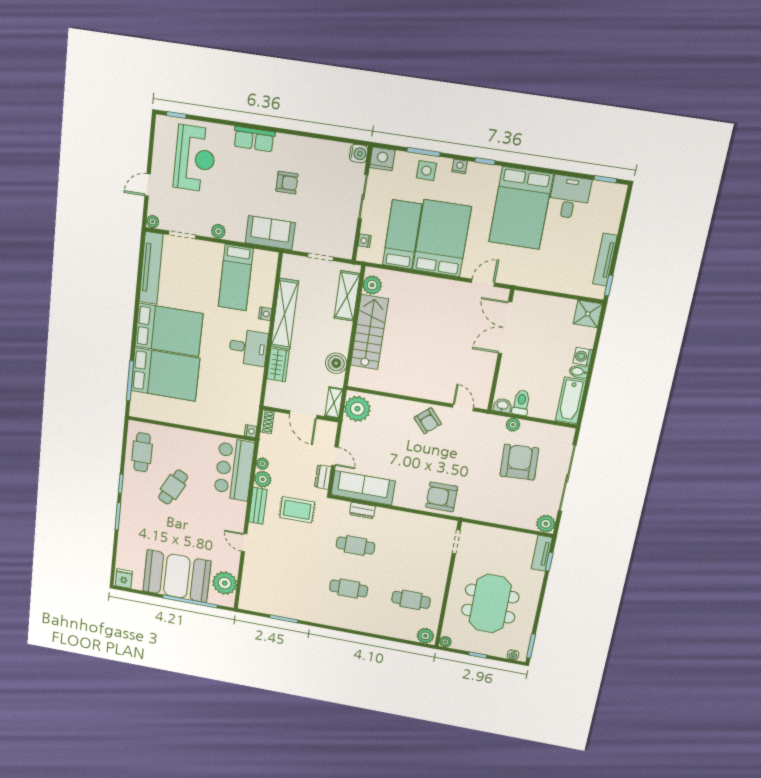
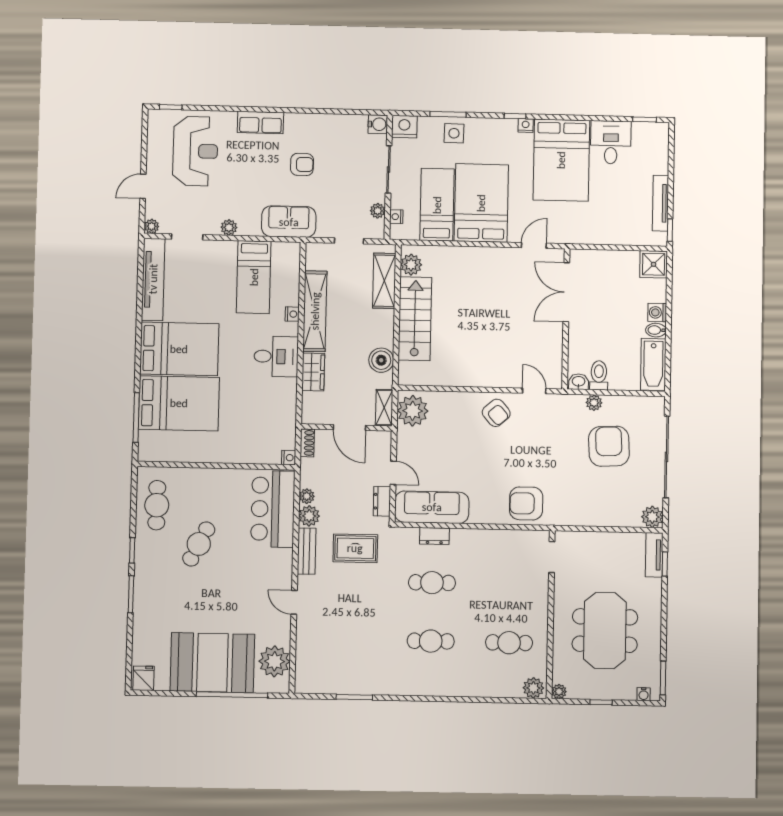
nightstand: (460, 166) -> (526, 126), moved
plant: (349, 233) -> (378, 211), added

